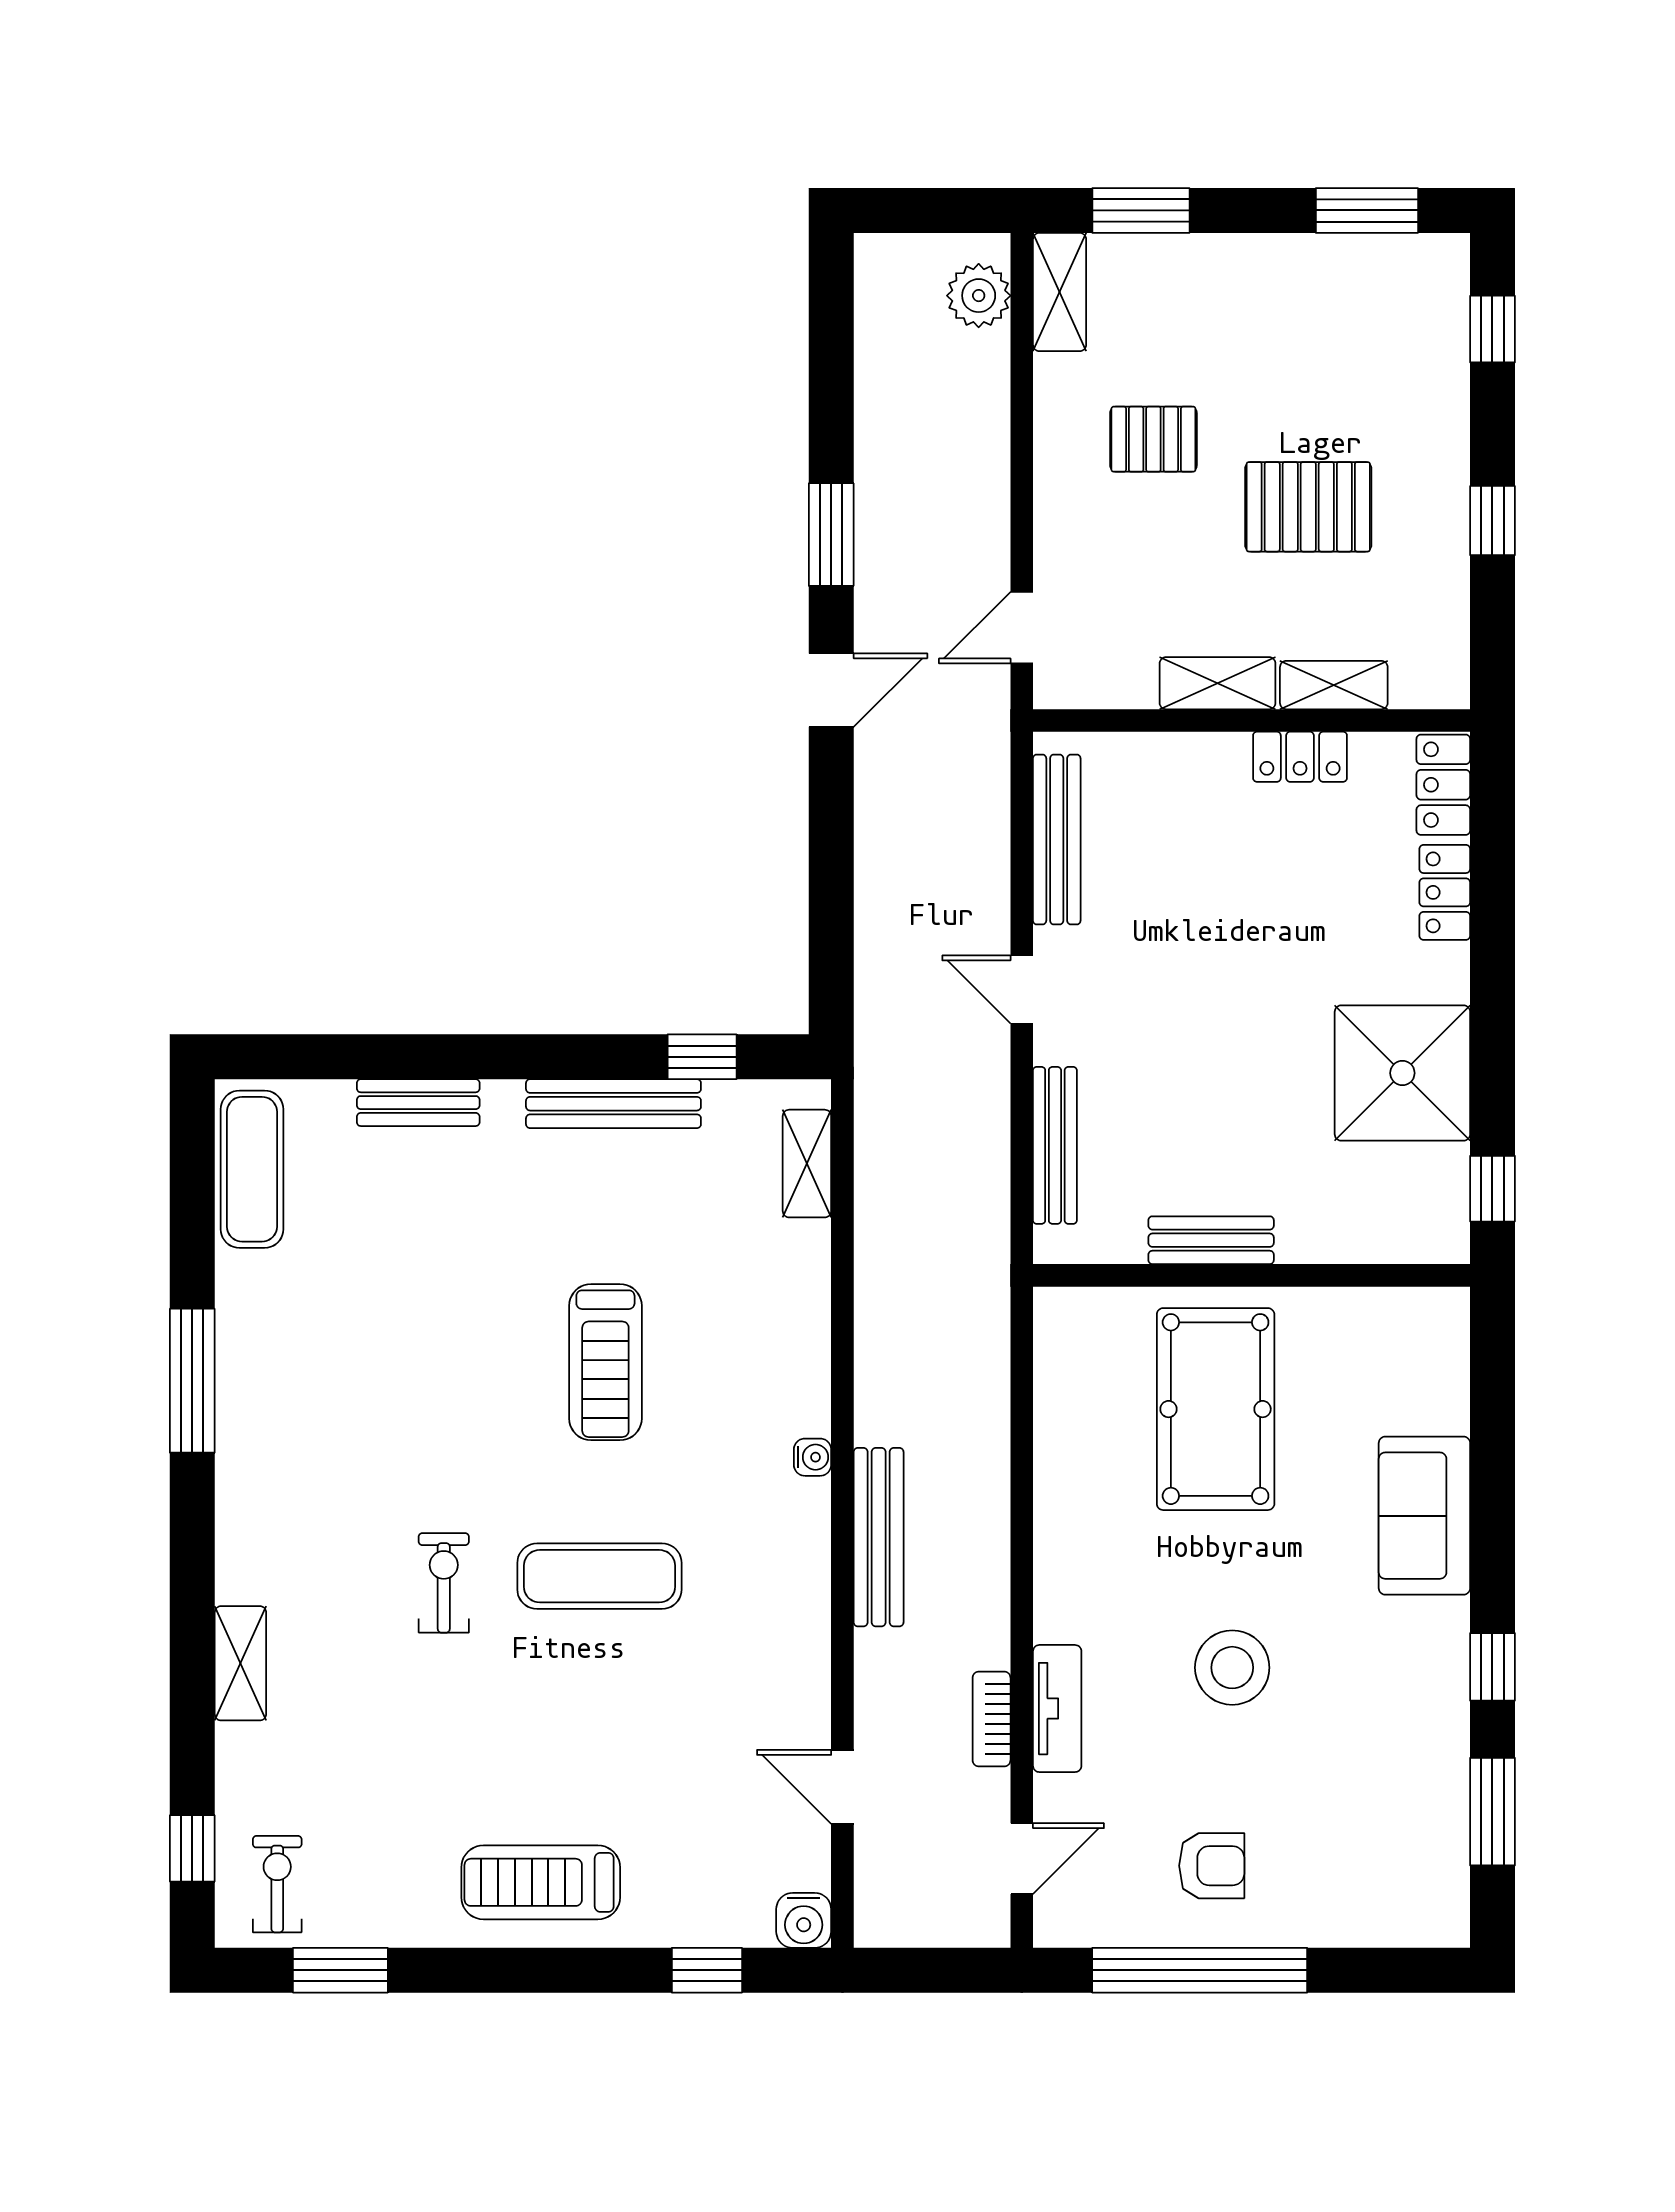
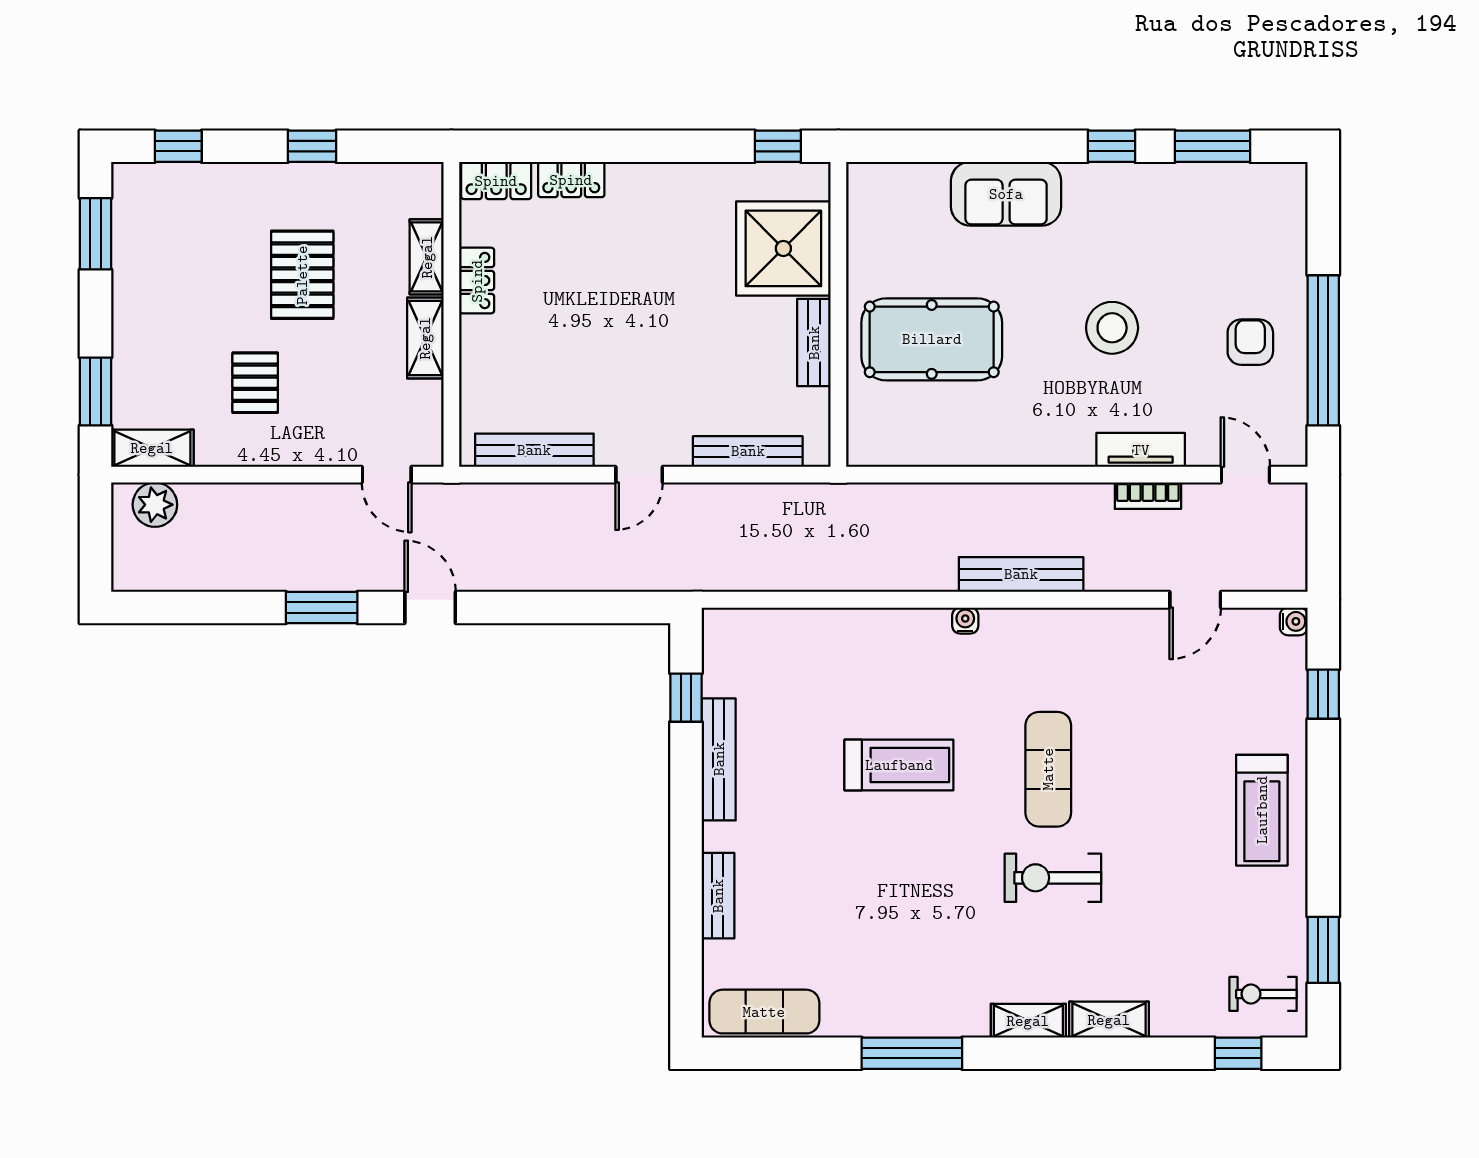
shower: (1402, 1073) -> (783, 248), moved
shelving: (807, 1164) -> (1028, 1021), moved
exercise bike: (444, 1583) -> (1053, 878), width x1.38, depth x1.39
water cooler: (804, 1920) -> (1294, 621), width x0.72, depth x0.72

